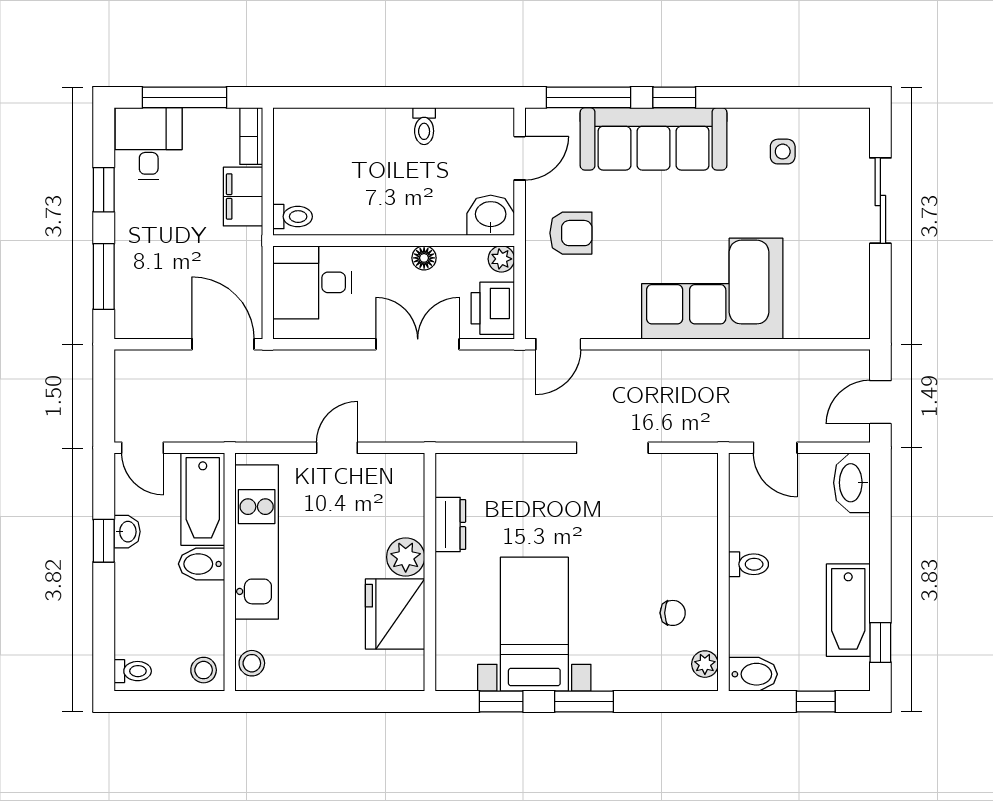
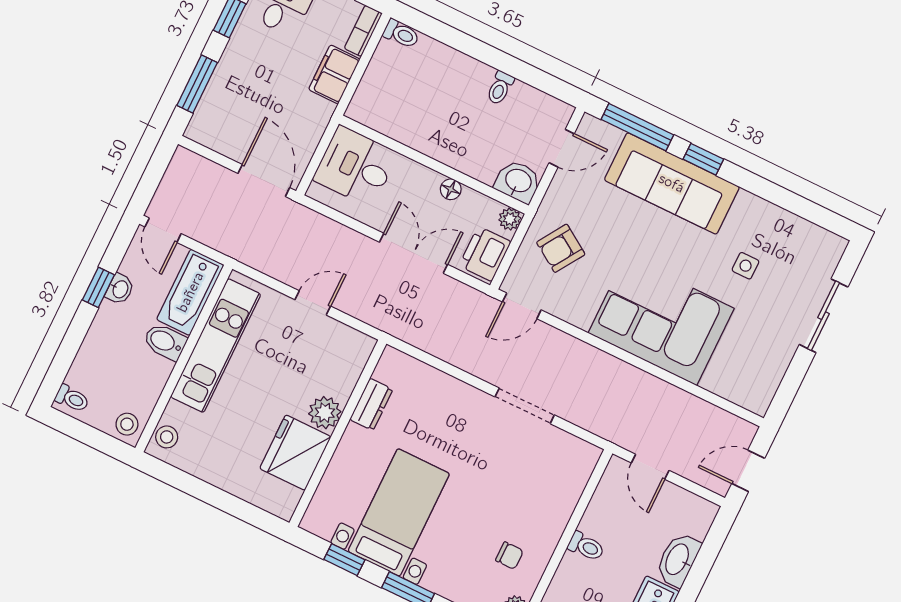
side table: (783, 152) -> (746, 266), moved
toilet: (293, 217) -> (401, 34), moved
armchair: (571, 233) -> (561, 248), moved, turned 123
washbasin: (852, 483) -> (678, 560), moved

